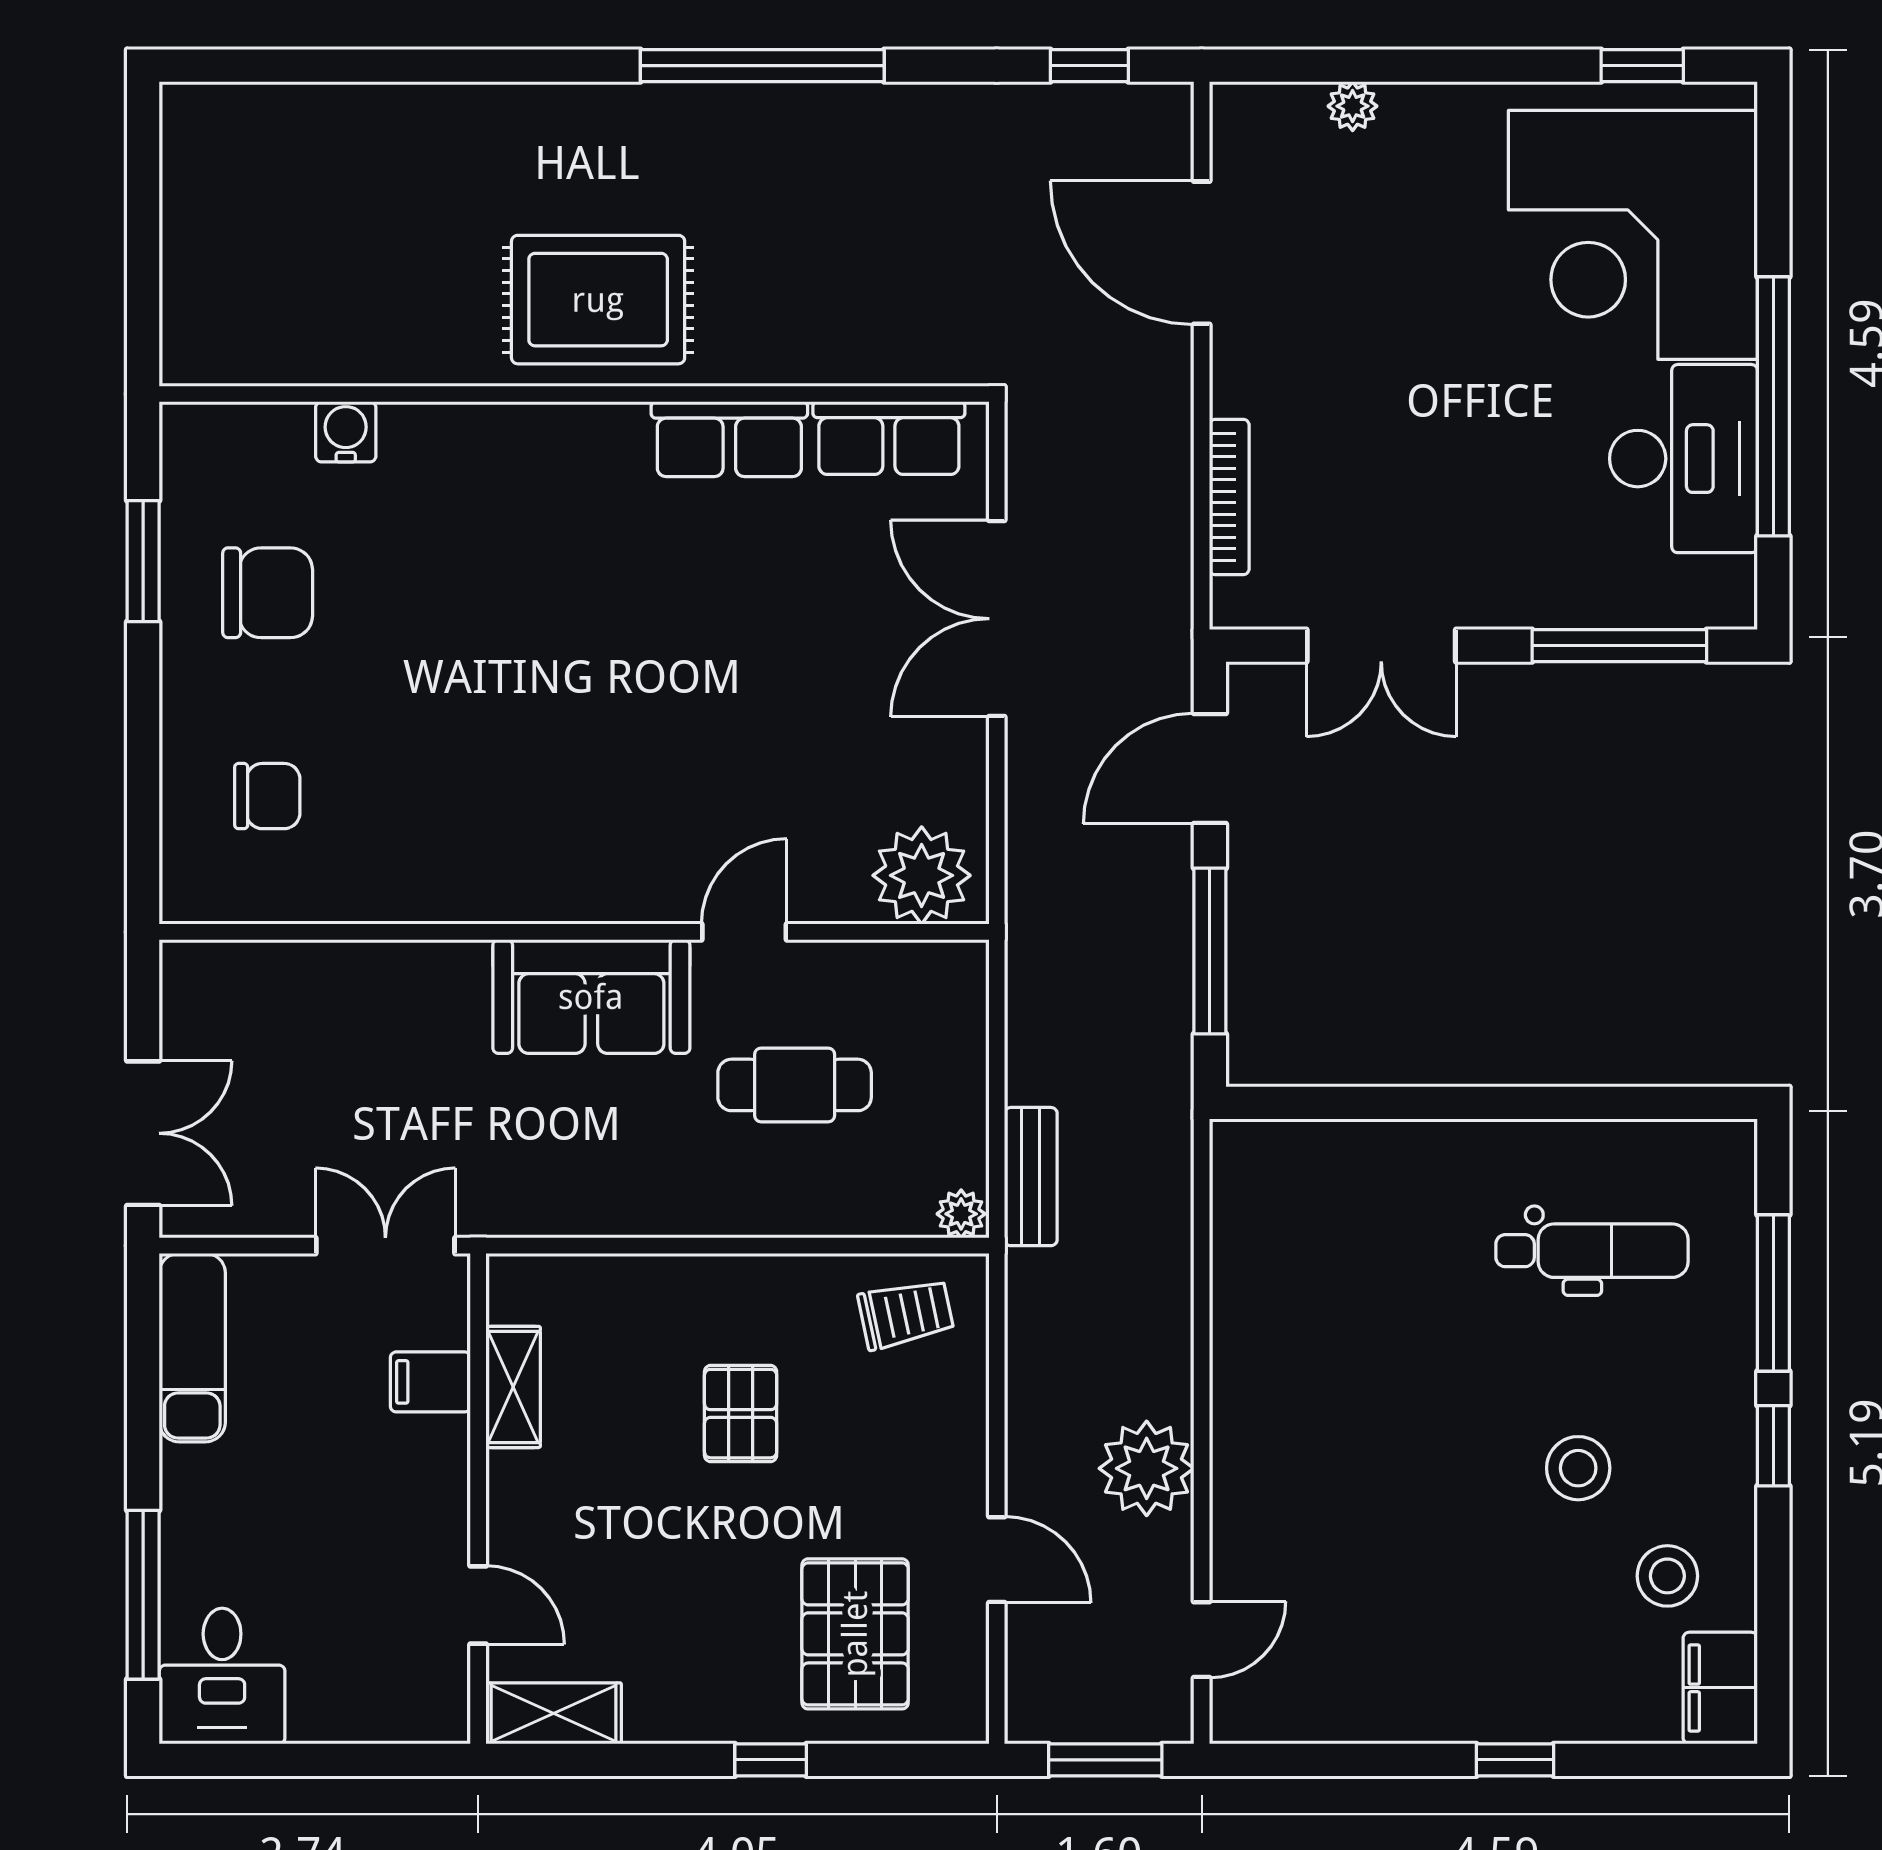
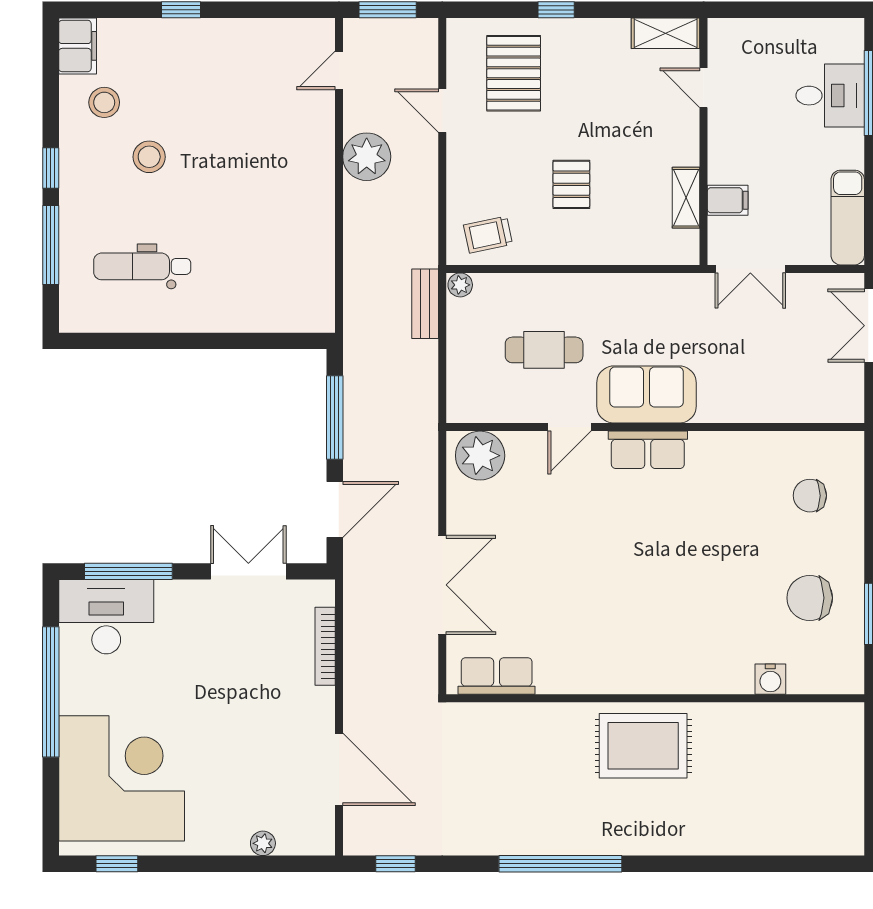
row of seats: (729, 439) -> (648, 450), moved, turned 180
desk: (1684, 459) -> (106, 617), moved, turned 90
desk: (222, 1676) -> (830, 96), moved, turned 90

